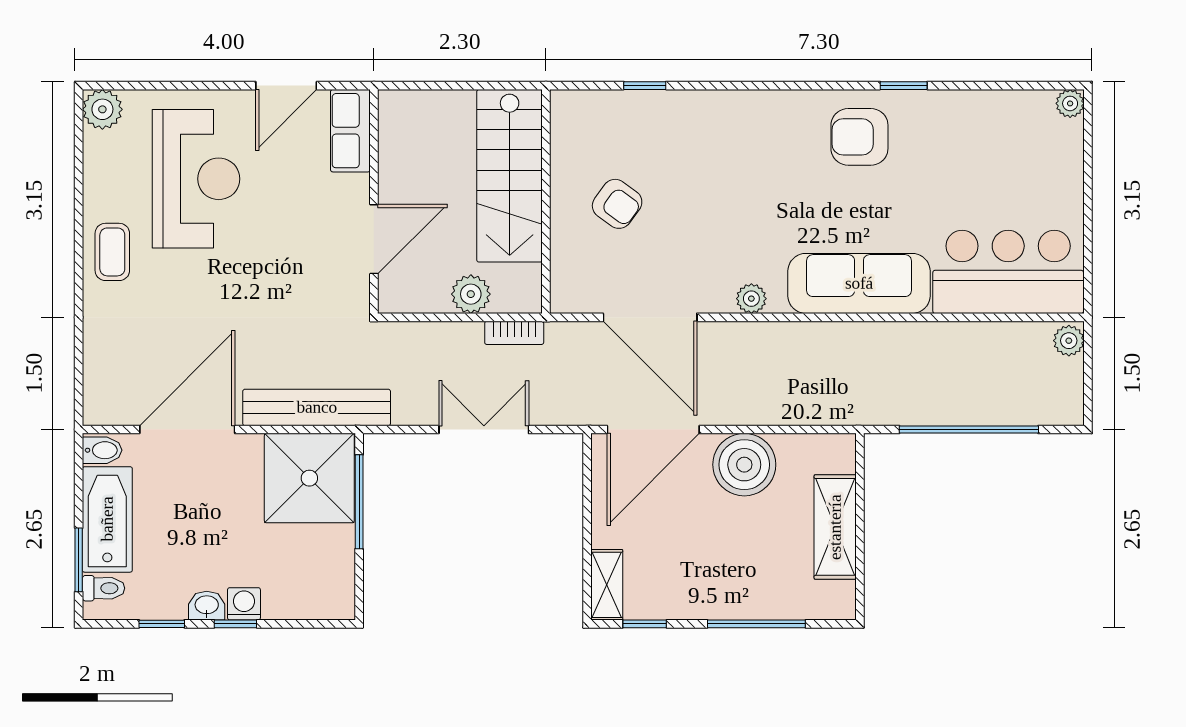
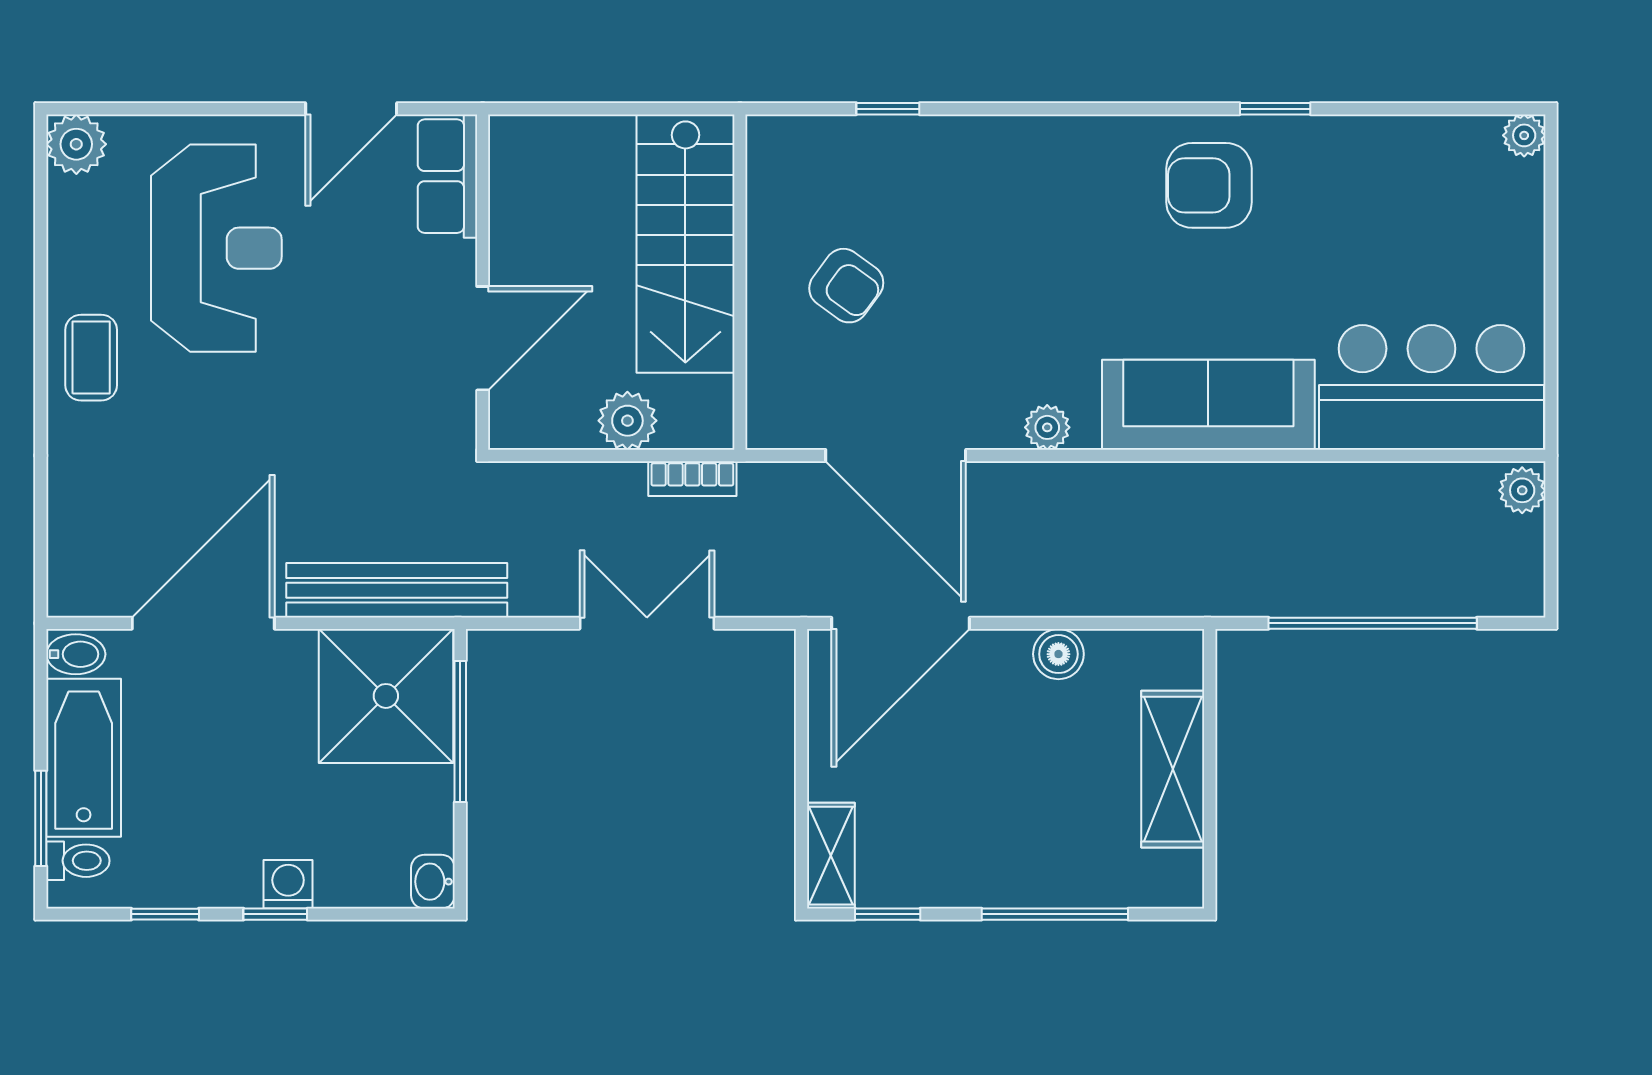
boiler: (744, 465) -> (1058, 654), width x0.54, depth x0.54
washbasin: (207, 606) -> (433, 882), moved, turned -90

